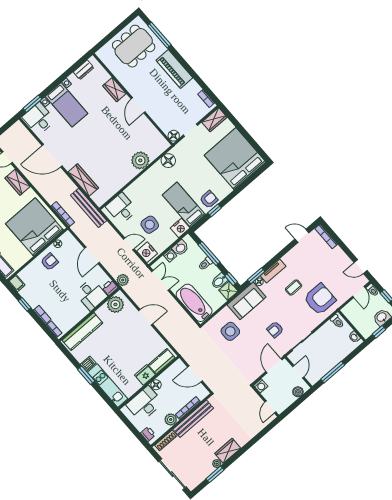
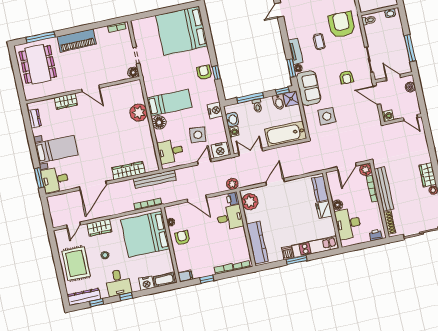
wardrobe: (214, 120) -> (139, 30), removed
floor lamp: (168, 161) -> (159, 122), moved
bed: (184, 205) -> (169, 103), moved, turned 180
plant: (171, 420) -> (366, 170), moved

